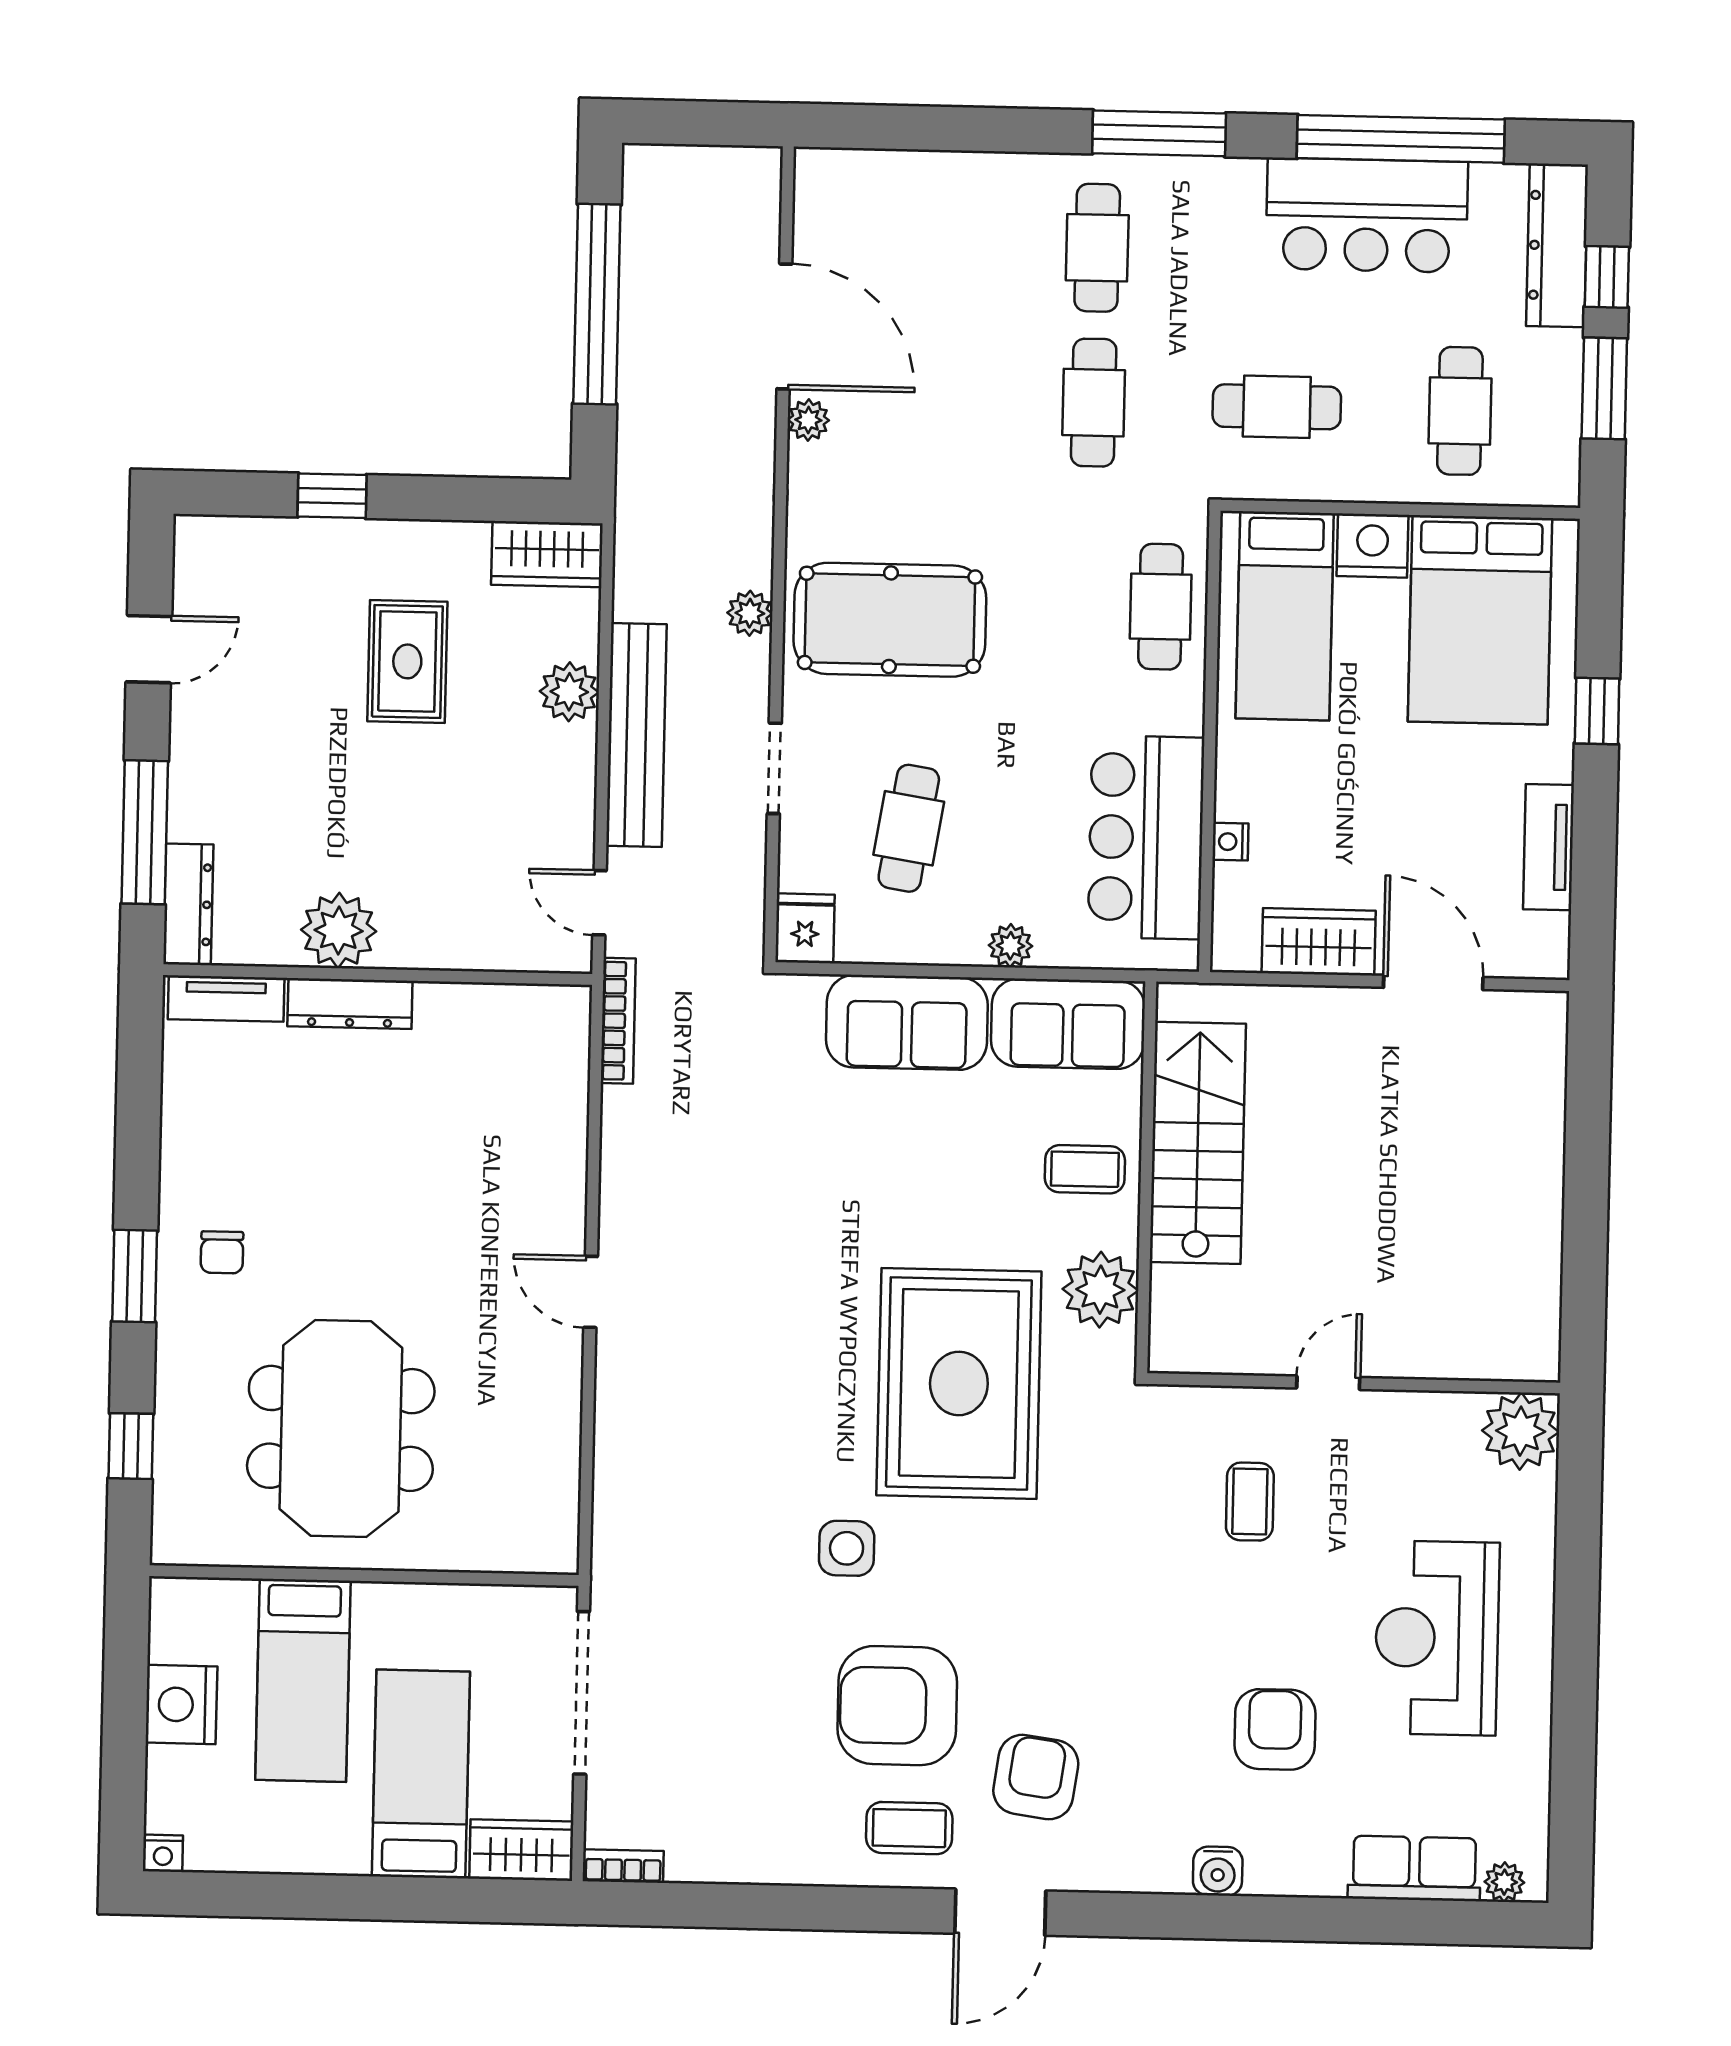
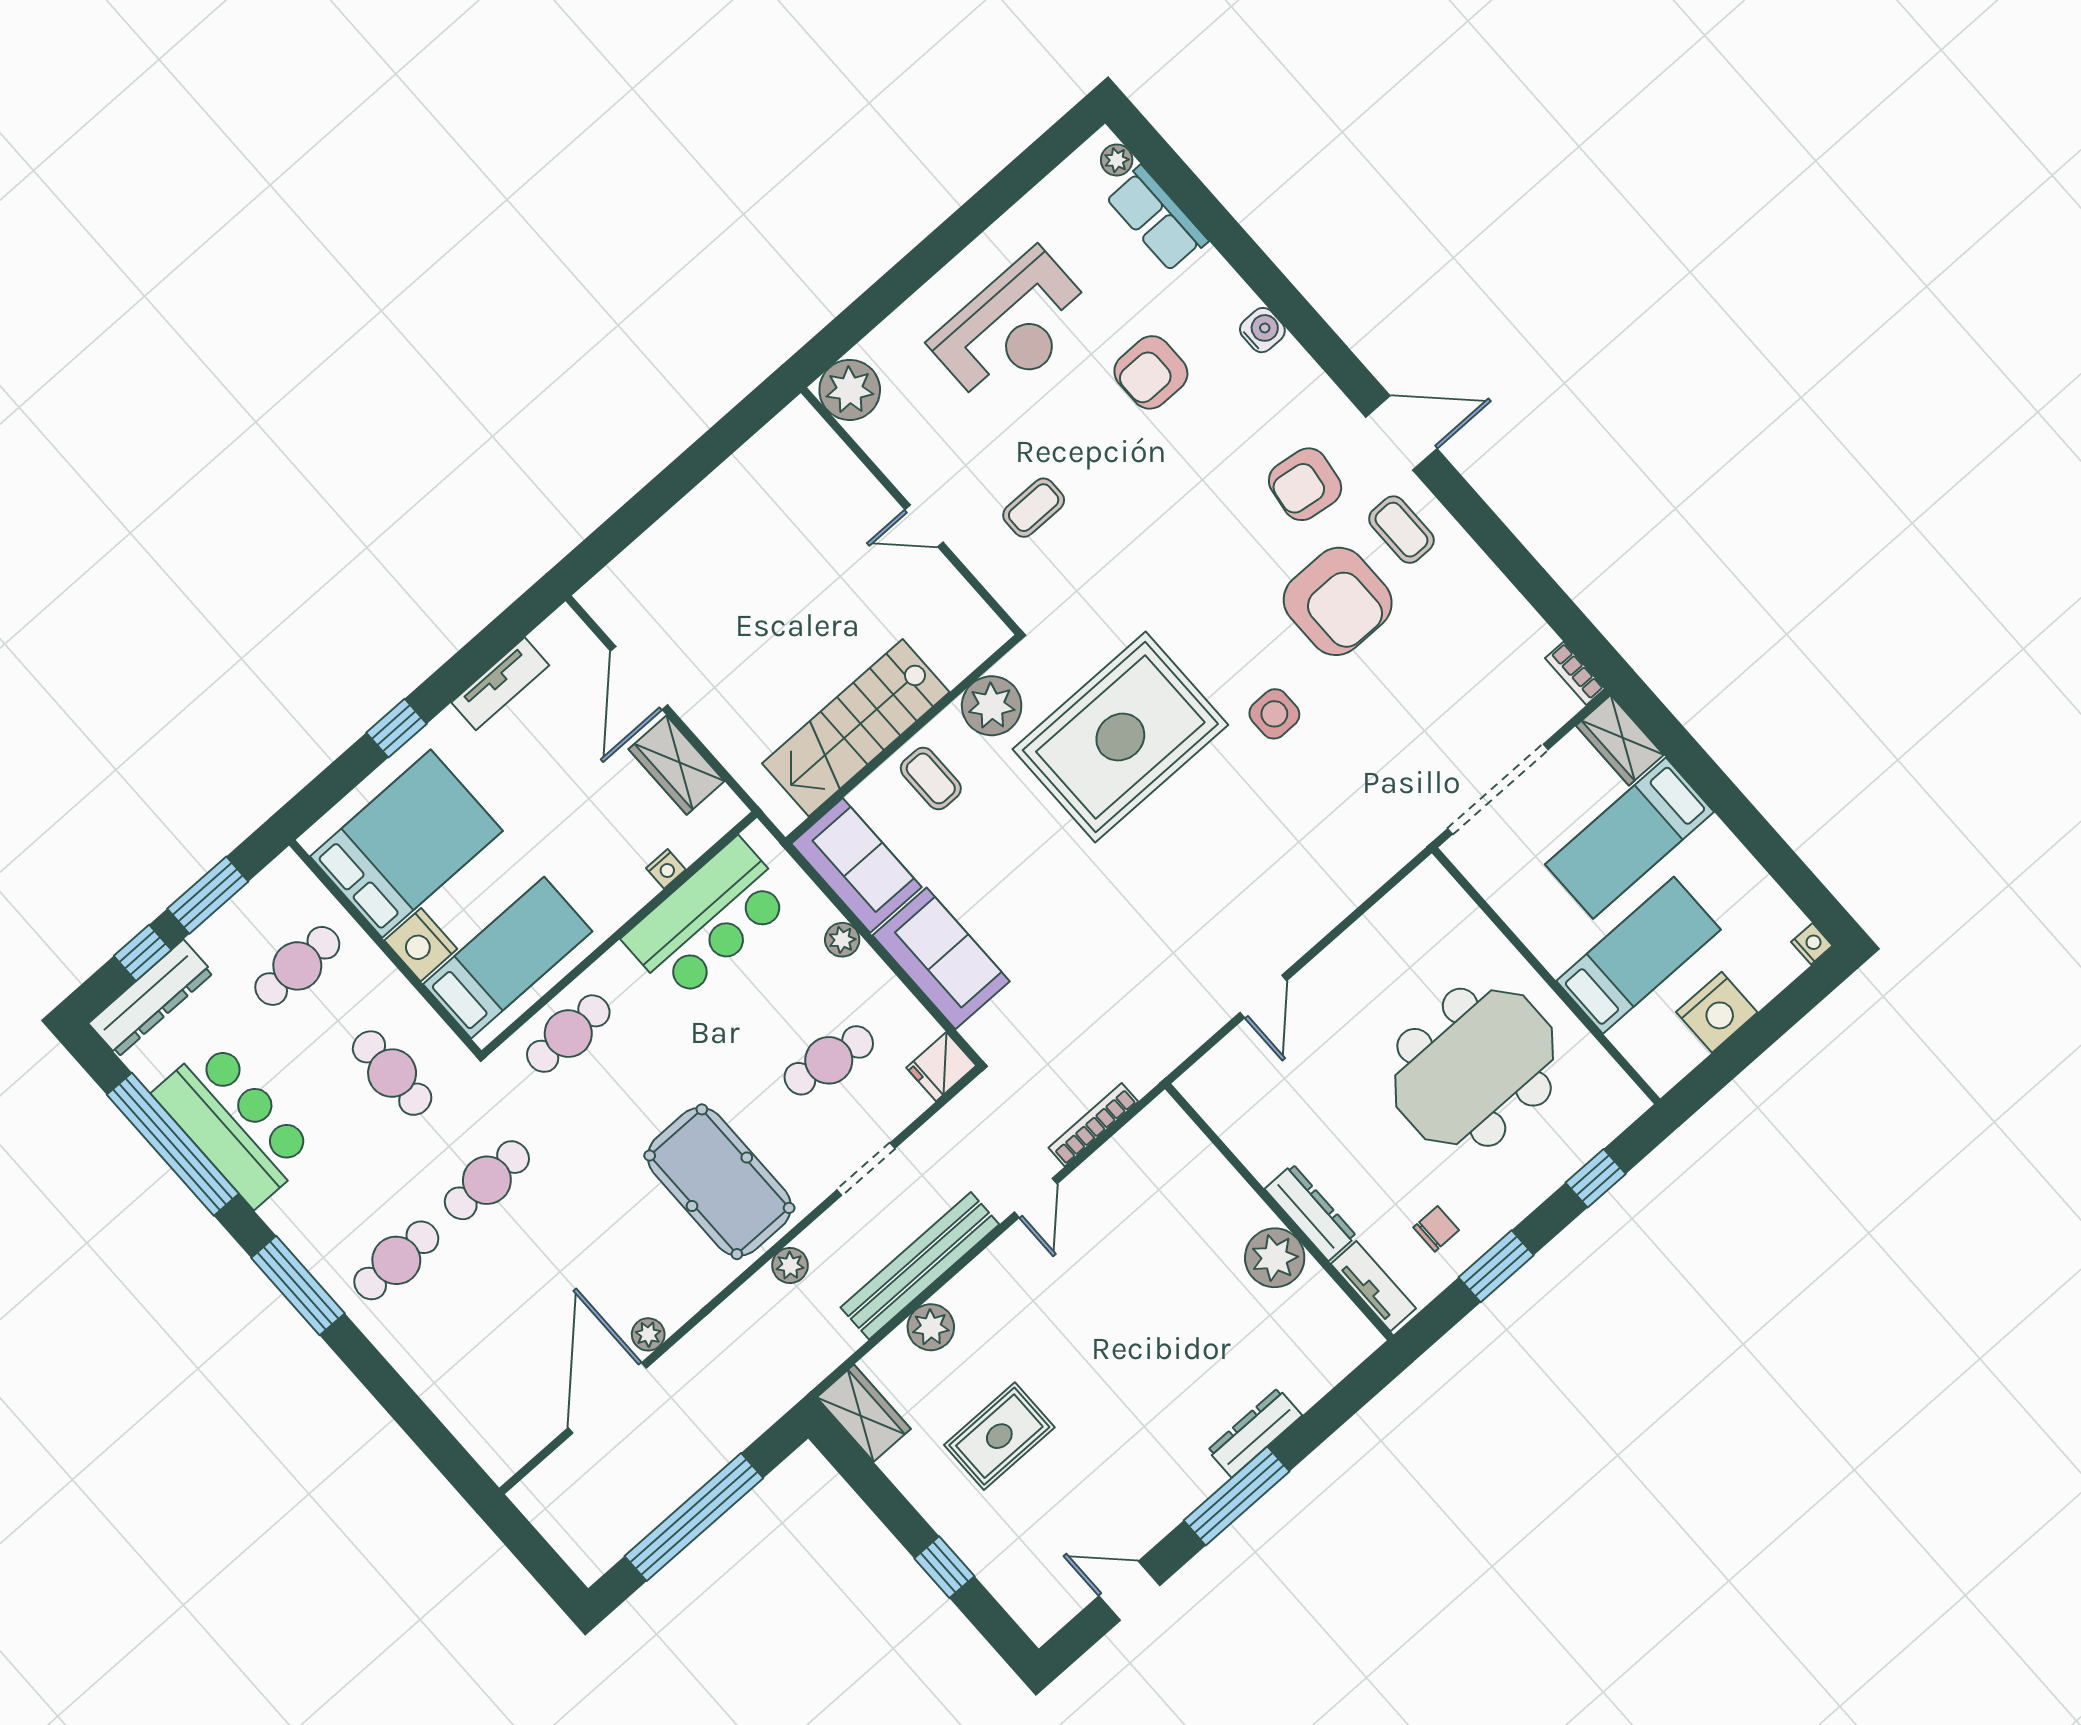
plant: (339, 930) -> (1275, 1258), moved
wall: (378, 975) -> (1279, 1212), moved
tv unit: (226, 999) -> (1373, 1286), moved
dresser: (350, 1004) -> (1311, 1212), moved

